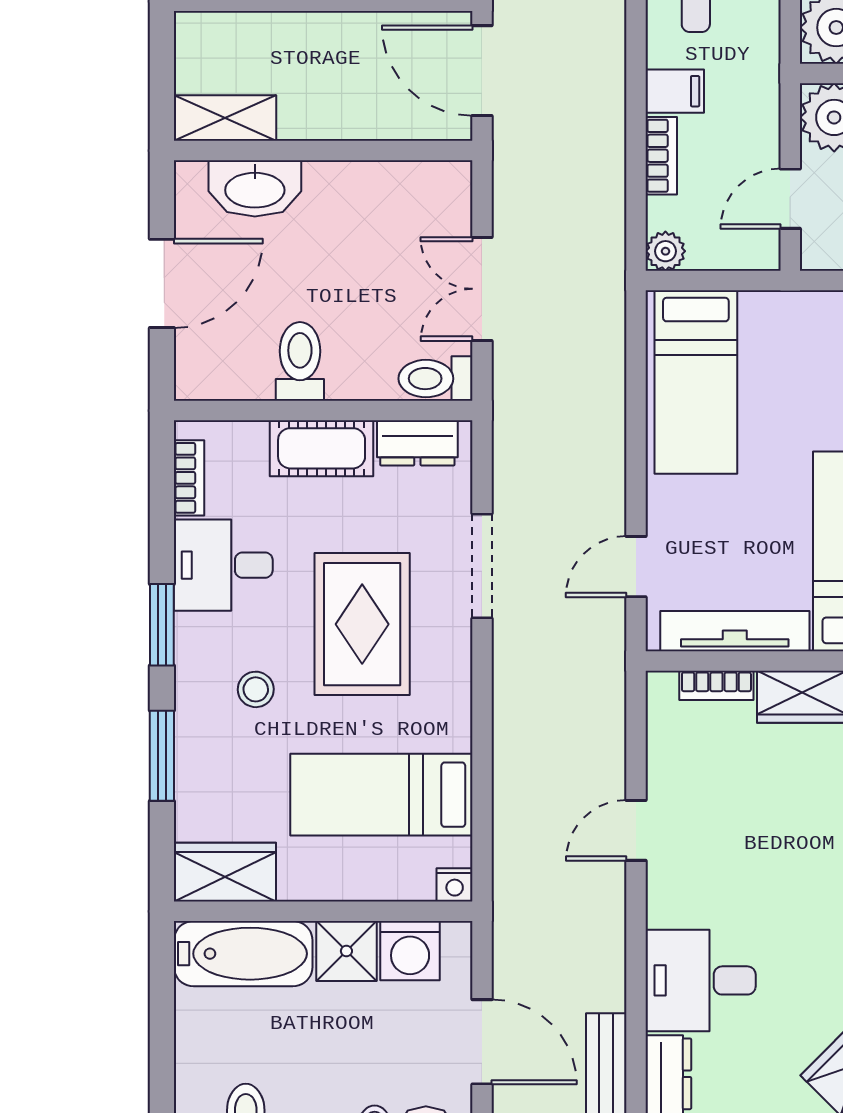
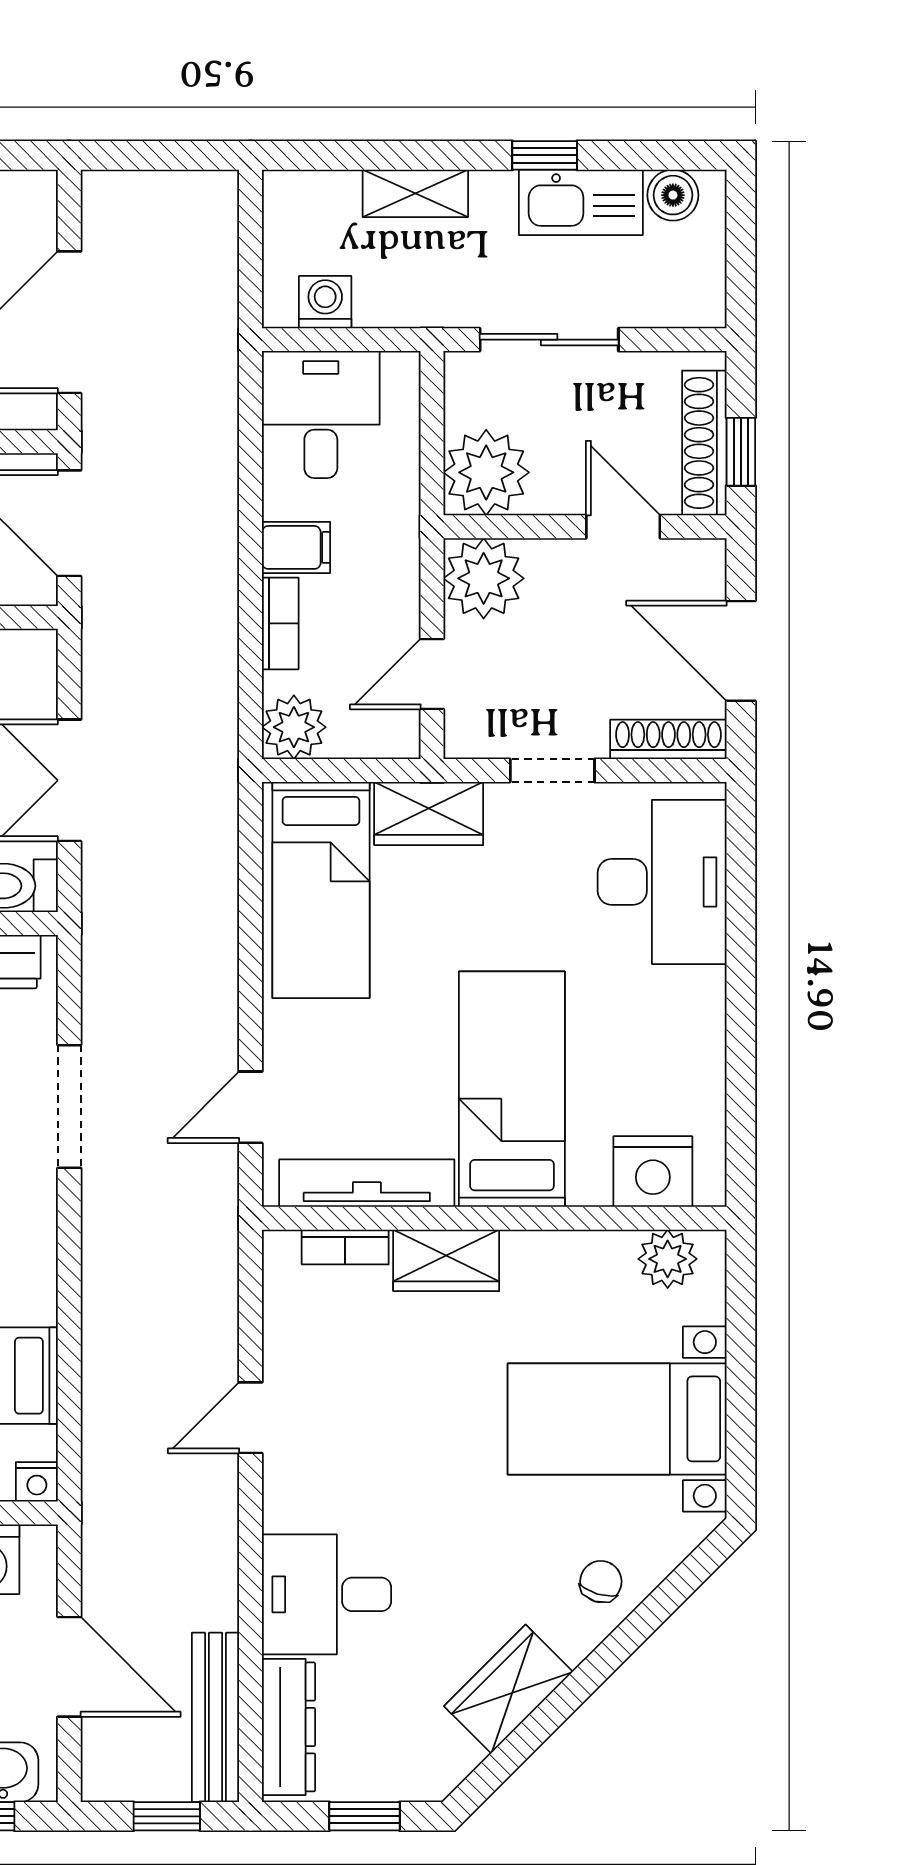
plant: (665, 251) -> (294, 727), width x1.38, depth x1.38
wardrobe: (787, 317) -> (429, 813), added

